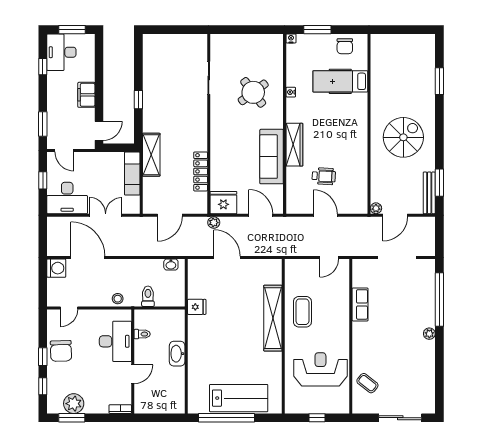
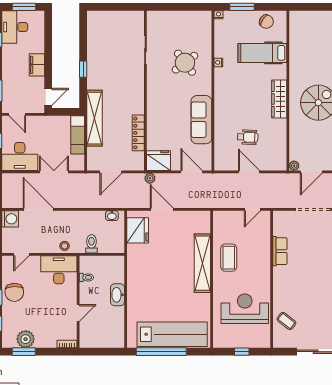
chair: (345, 46) -> (266, 22), turned -57
wardrobe: (294, 145) -> (279, 99), moved, turned 180
shelving: (151, 155) -> (94, 118), width x1.47
fridge: (197, 307) -> (138, 230), moved, width x1.88, depth x1.34
desk: (115, 341) -> (59, 270), moved, turned -90
lab bench: (239, 398) -> (172, 334), width x1.36

